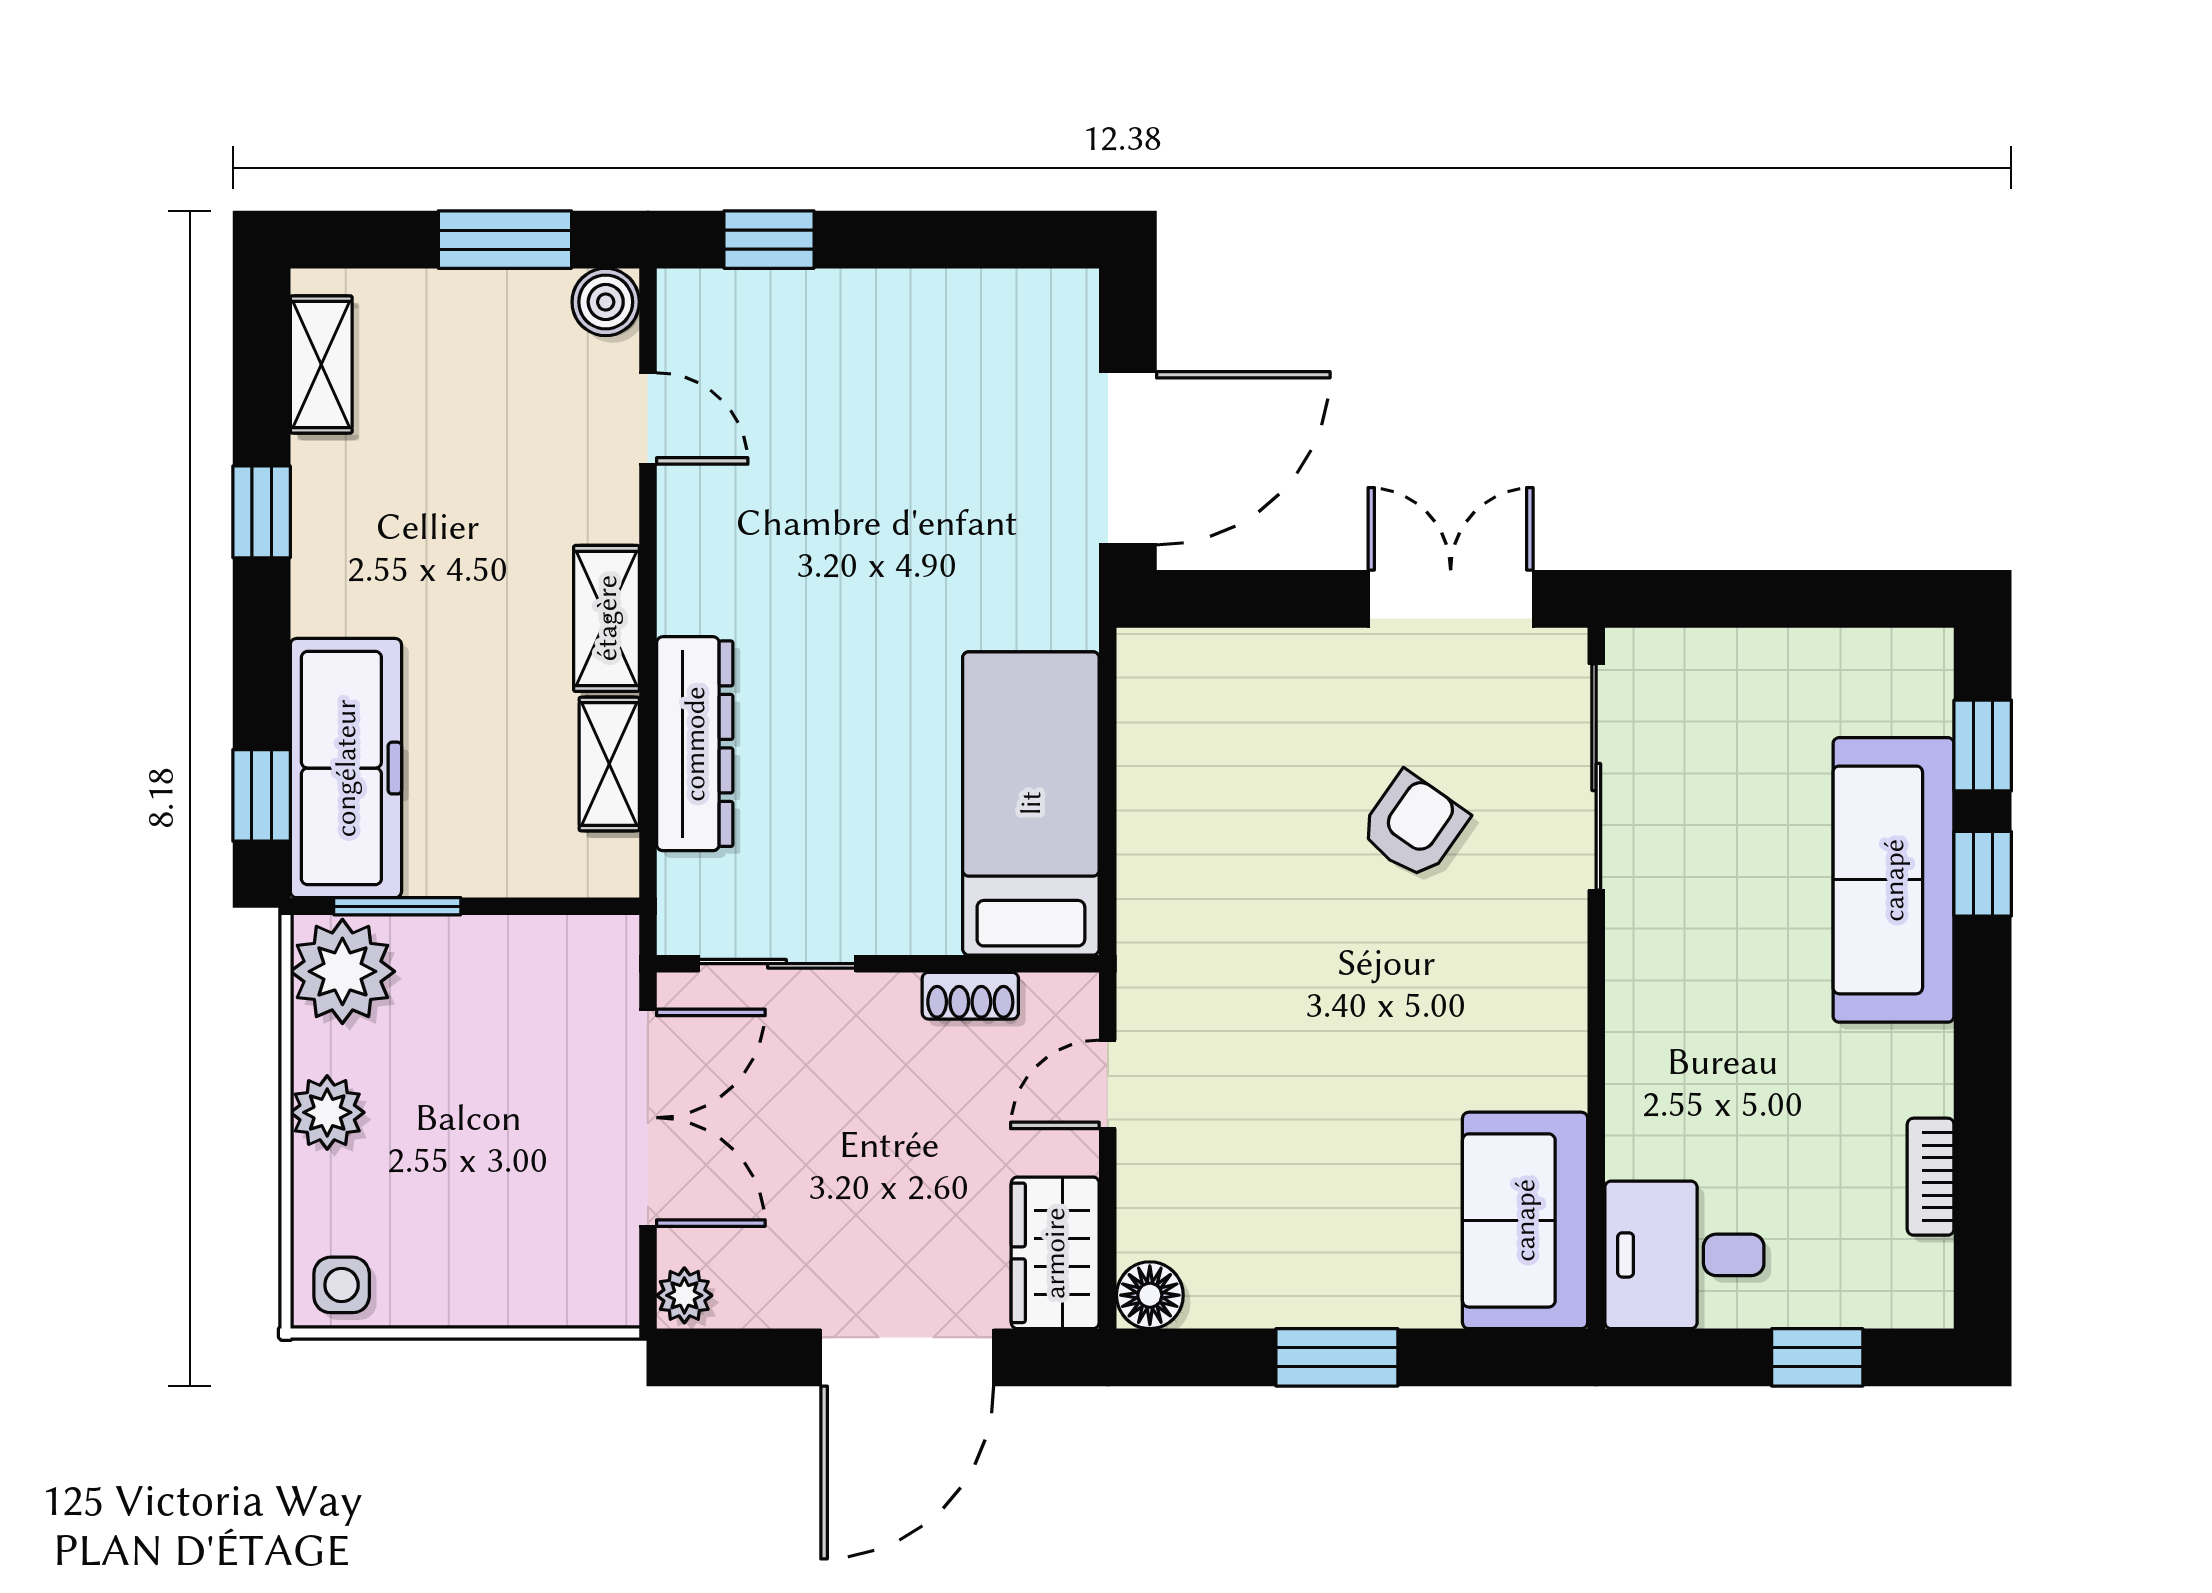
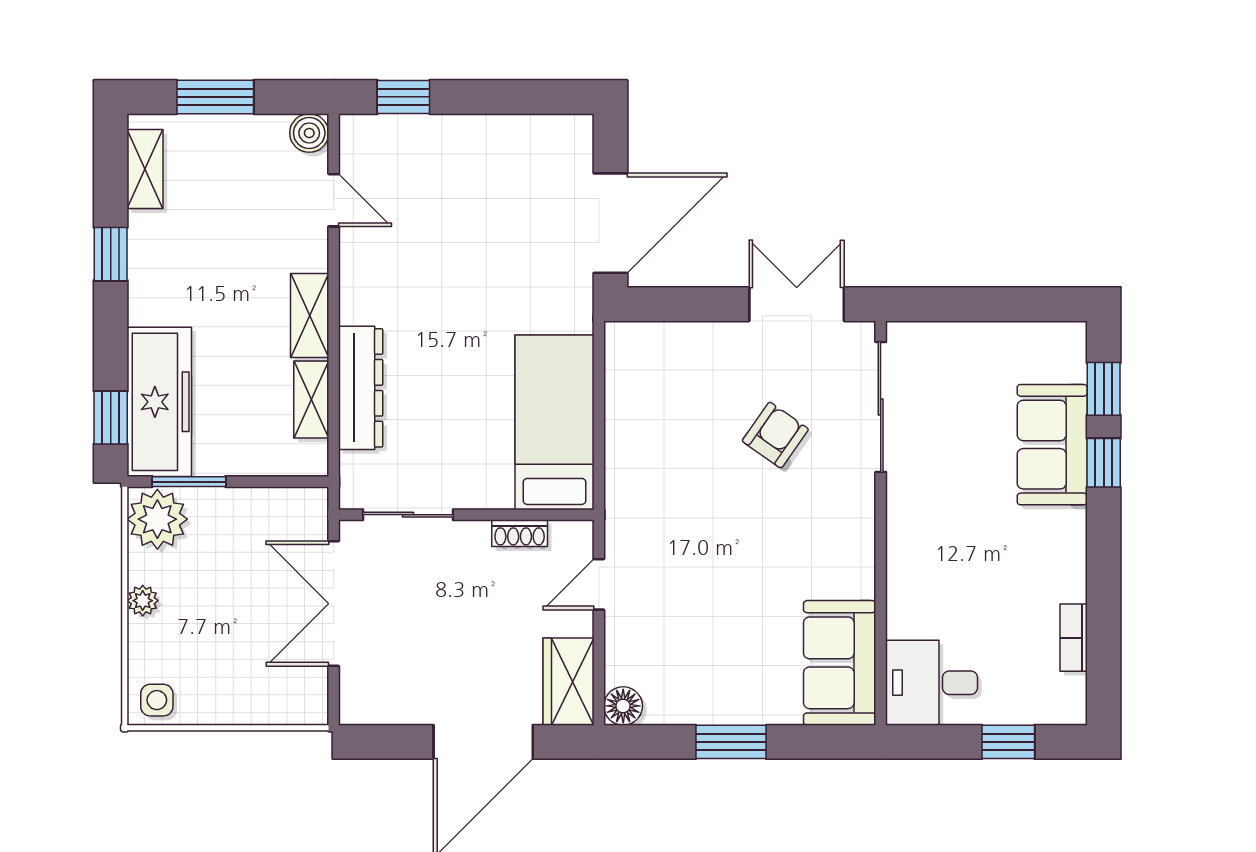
window: (505, 240) -> (215, 97), moved
sofa: (1894, 880) -> (1052, 445), width x0.73
plant: (327, 1112) -> (143, 601), width x0.73, depth x0.73
double door: (648, 1118) -> (334, 604), swing flipped
plant: (684, 1295) -> (355, 706), removed

